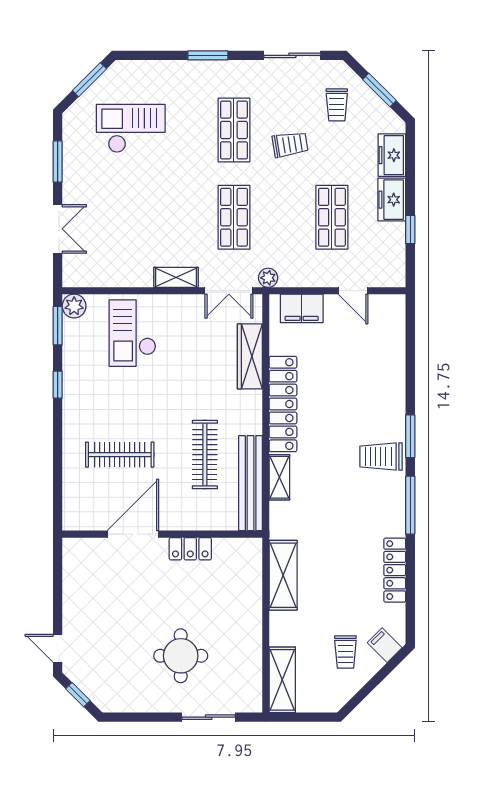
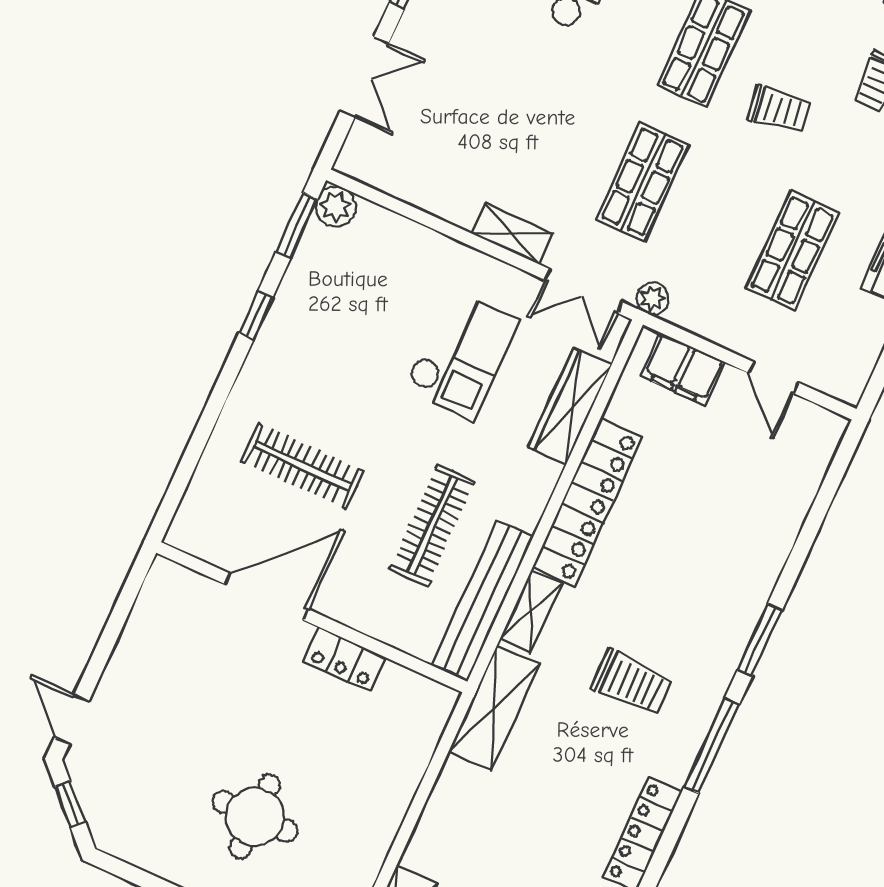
checkout: (132, 333) -> (461, 354), moved, turned 180
trolley: (381, 456) -> (632, 683), moved, turned 180
shelving: (283, 575) -> (494, 708), moved

